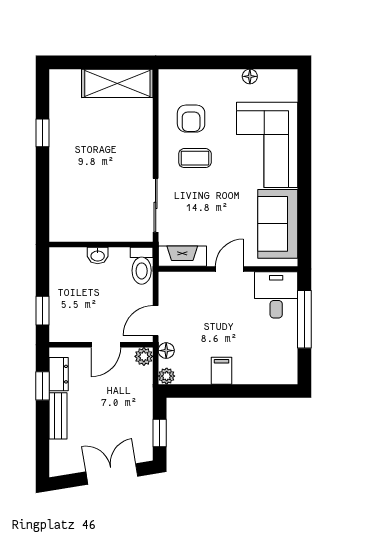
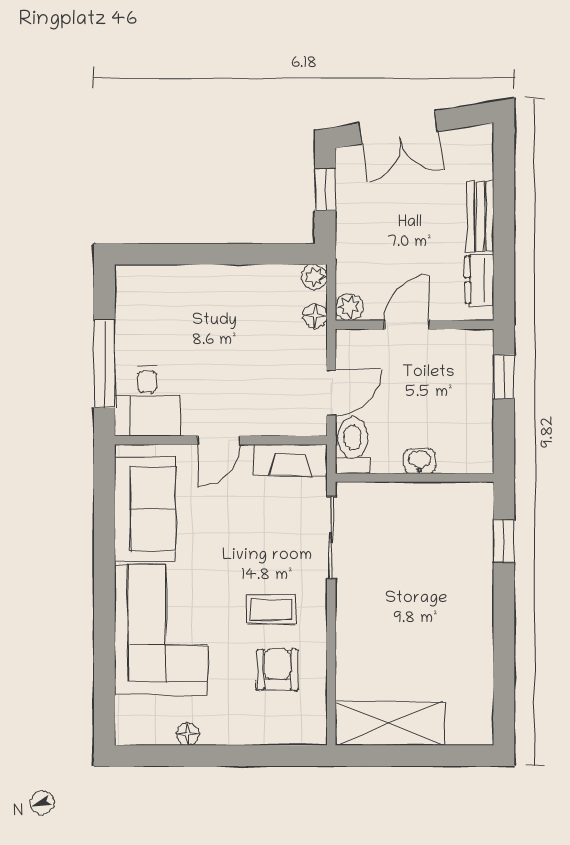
window: (42, 133) -> (504, 541), moved
door: (156, 321) -> (331, 393), moved
filing cabinet: (222, 371) -> (231, 285), removed
window: (42, 386) -> (504, 262), removed

